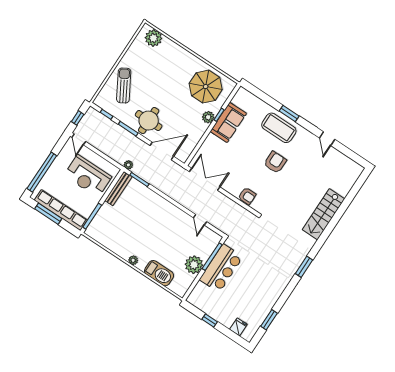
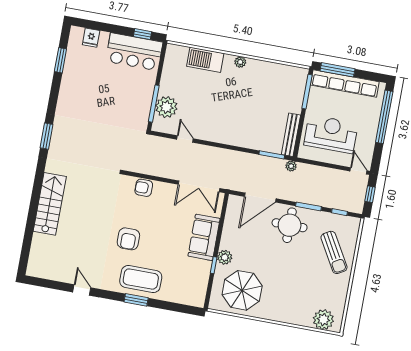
sofa: (228, 122) -> (204, 237), moved
window: (48, 214) -> (337, 70), moved
plant: (194, 265) -> (166, 107), moved
bar counter: (221, 268) -> (134, 52), moved, turned -90
window: (210, 320) -> (142, 34), moved

